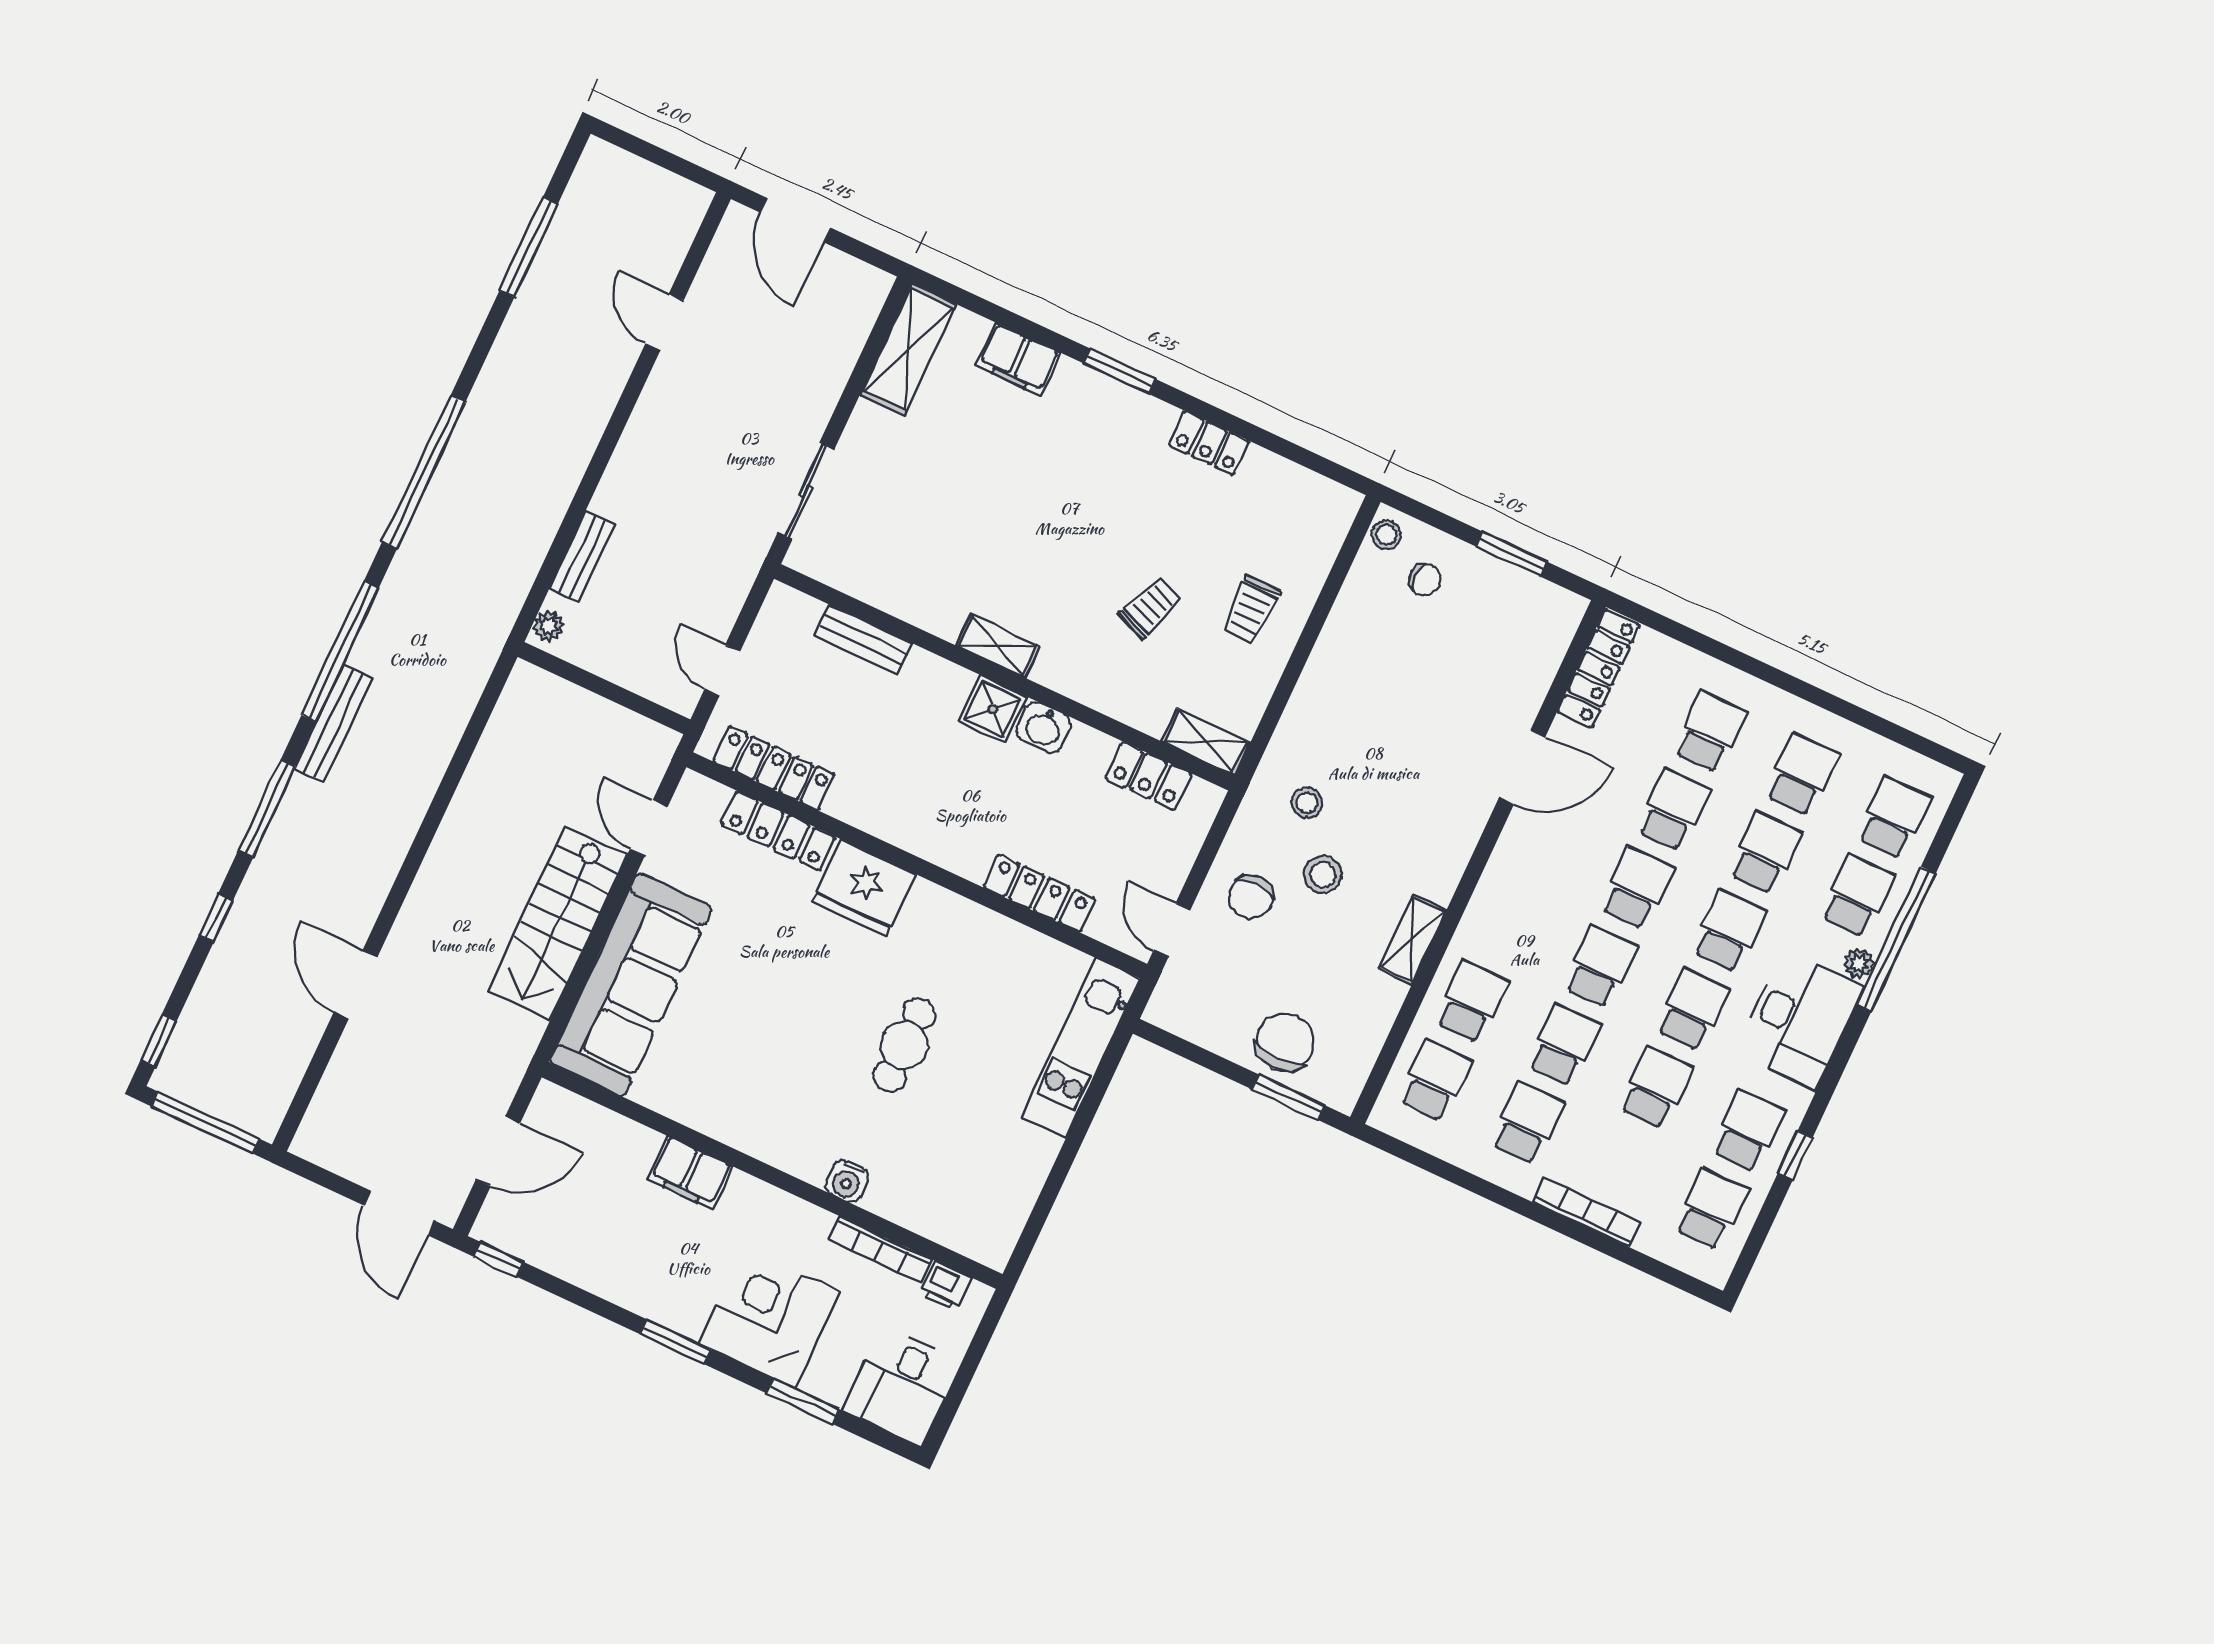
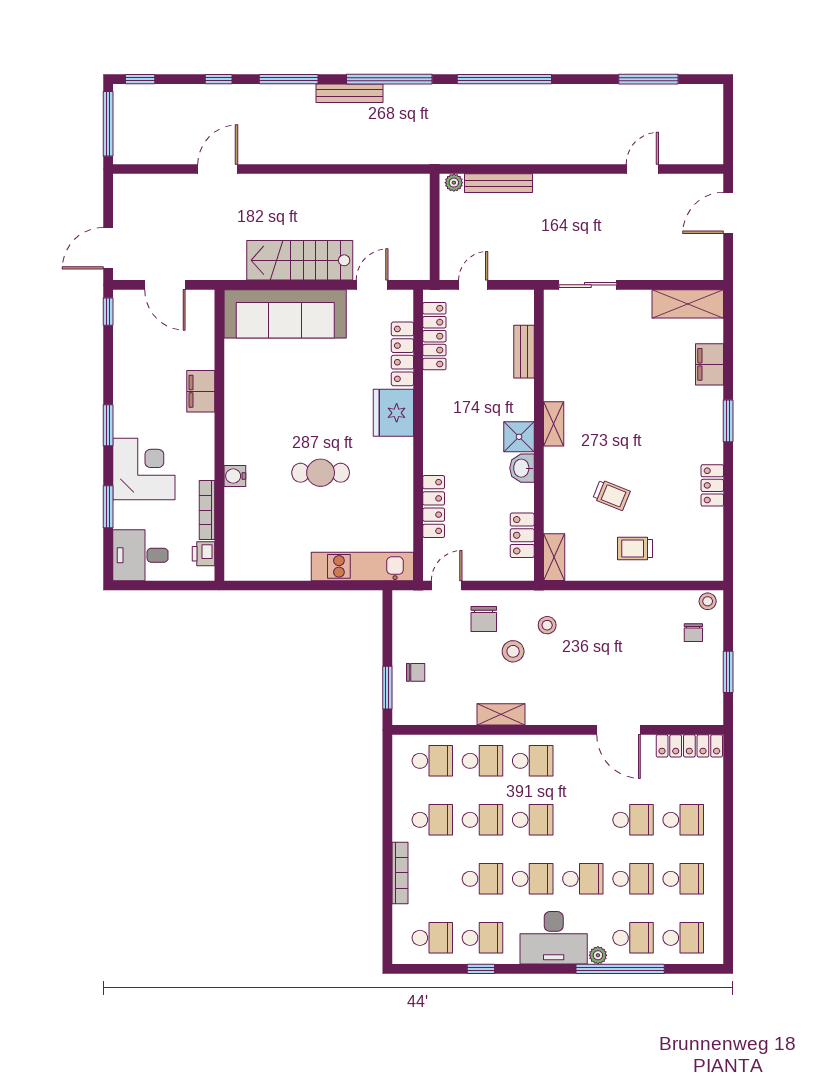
bench: (582, 557) -> (499, 183), width x1.36
school desk: (1637, 888) -> (533, 761), moved
chair: (1251, 897) -> (484, 619), turned -90
chair: (1285, 1042) -> (416, 672), width x0.54, depth x0.54

